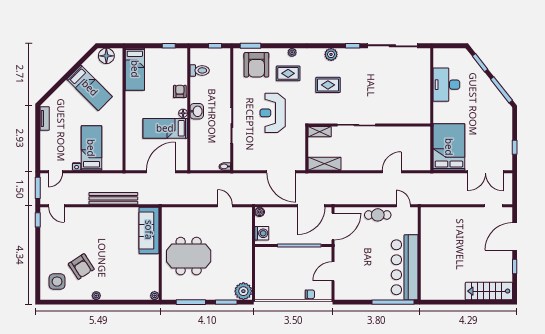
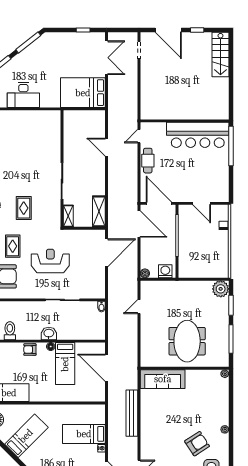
reception desk: (273, 113) -> (50, 261), turned 180

